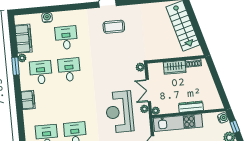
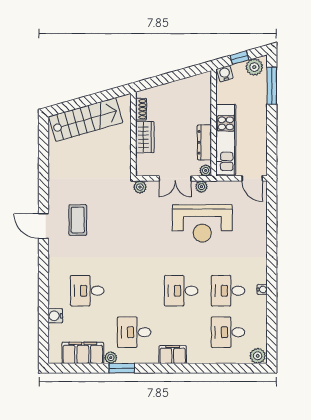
desk: (69, 70) -> (181, 291), moved
dresser: (191, 107) -> (204, 142), moved

